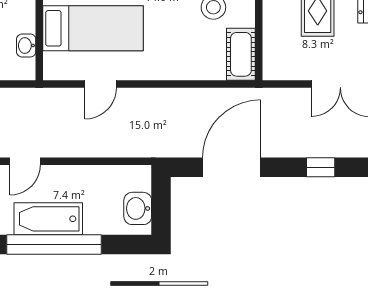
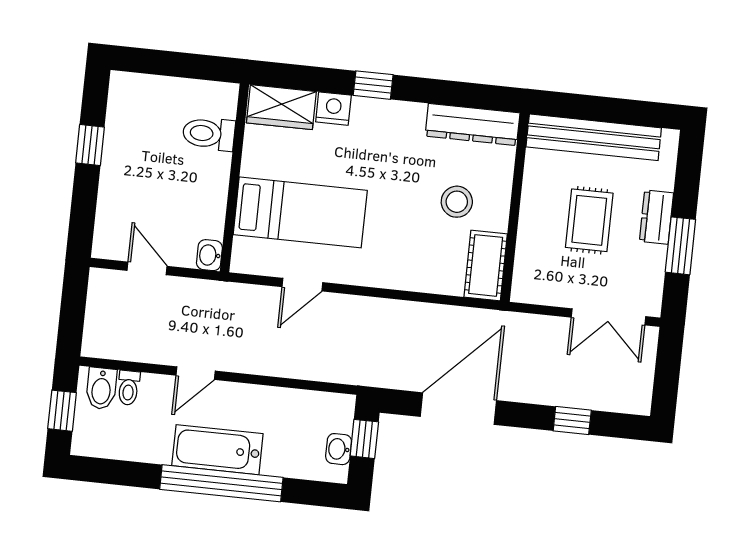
washbasin: (26, 45) -> (209, 255), moved
window: (161, 199) -> (364, 439), added
washbasin: (138, 208) -> (339, 449), width x0.72, depth x0.69

